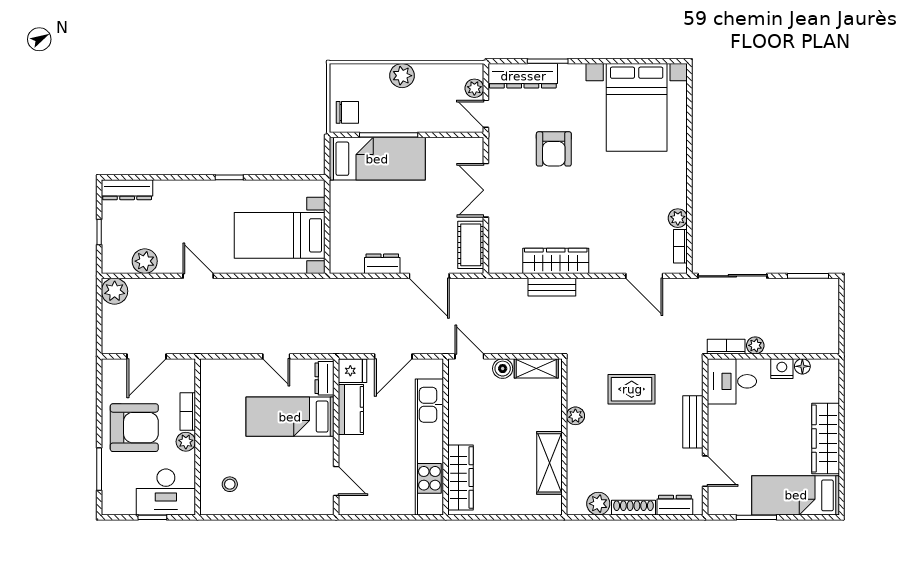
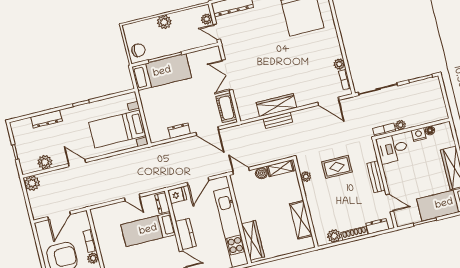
armchair: (554, 149) -> (260, 42), removed
dresser: (127, 190) -> (46, 119), moved
kitchen counter: (351, 409) -> (186, 234), moved
plant: (575, 416) -> (306, 177), moved

